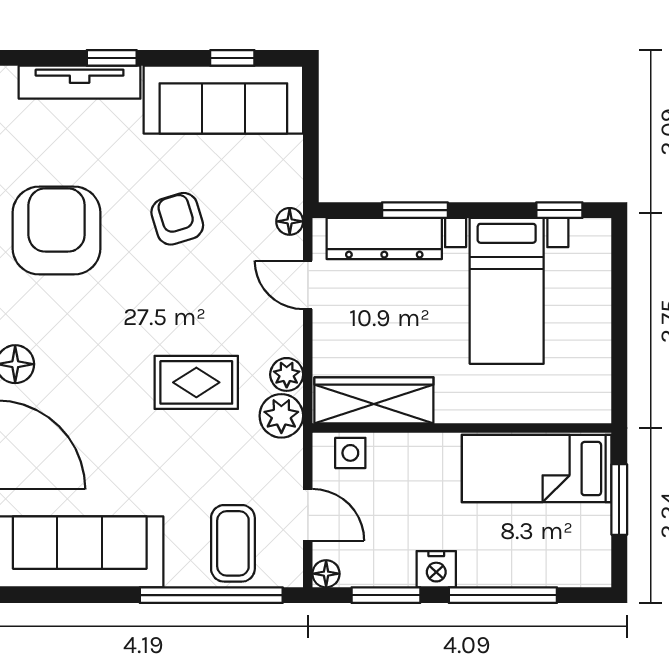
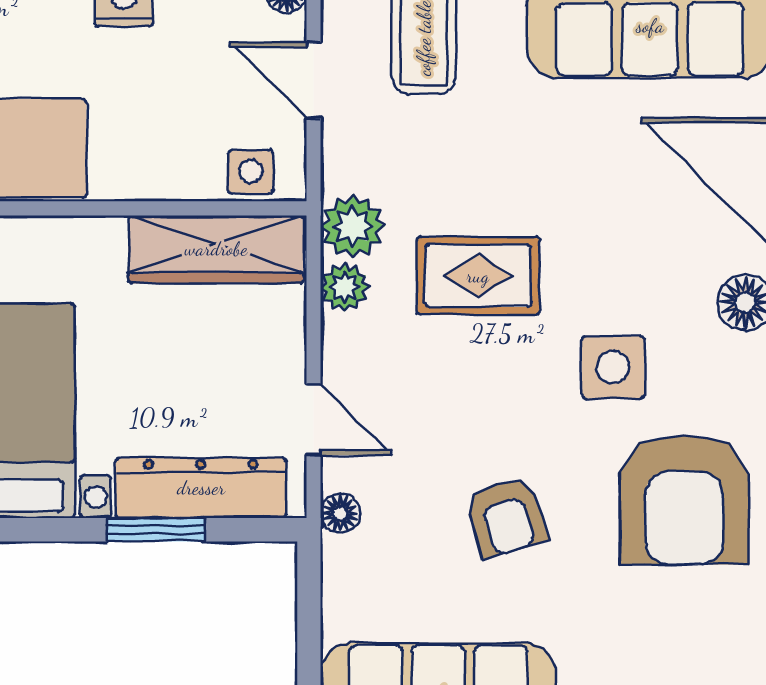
side table: (105, 320) -> (613, 367), added

